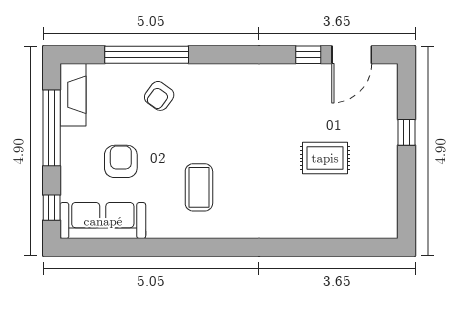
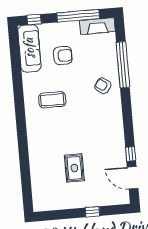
armchair: (159, 96) -> (103, 86), moved

